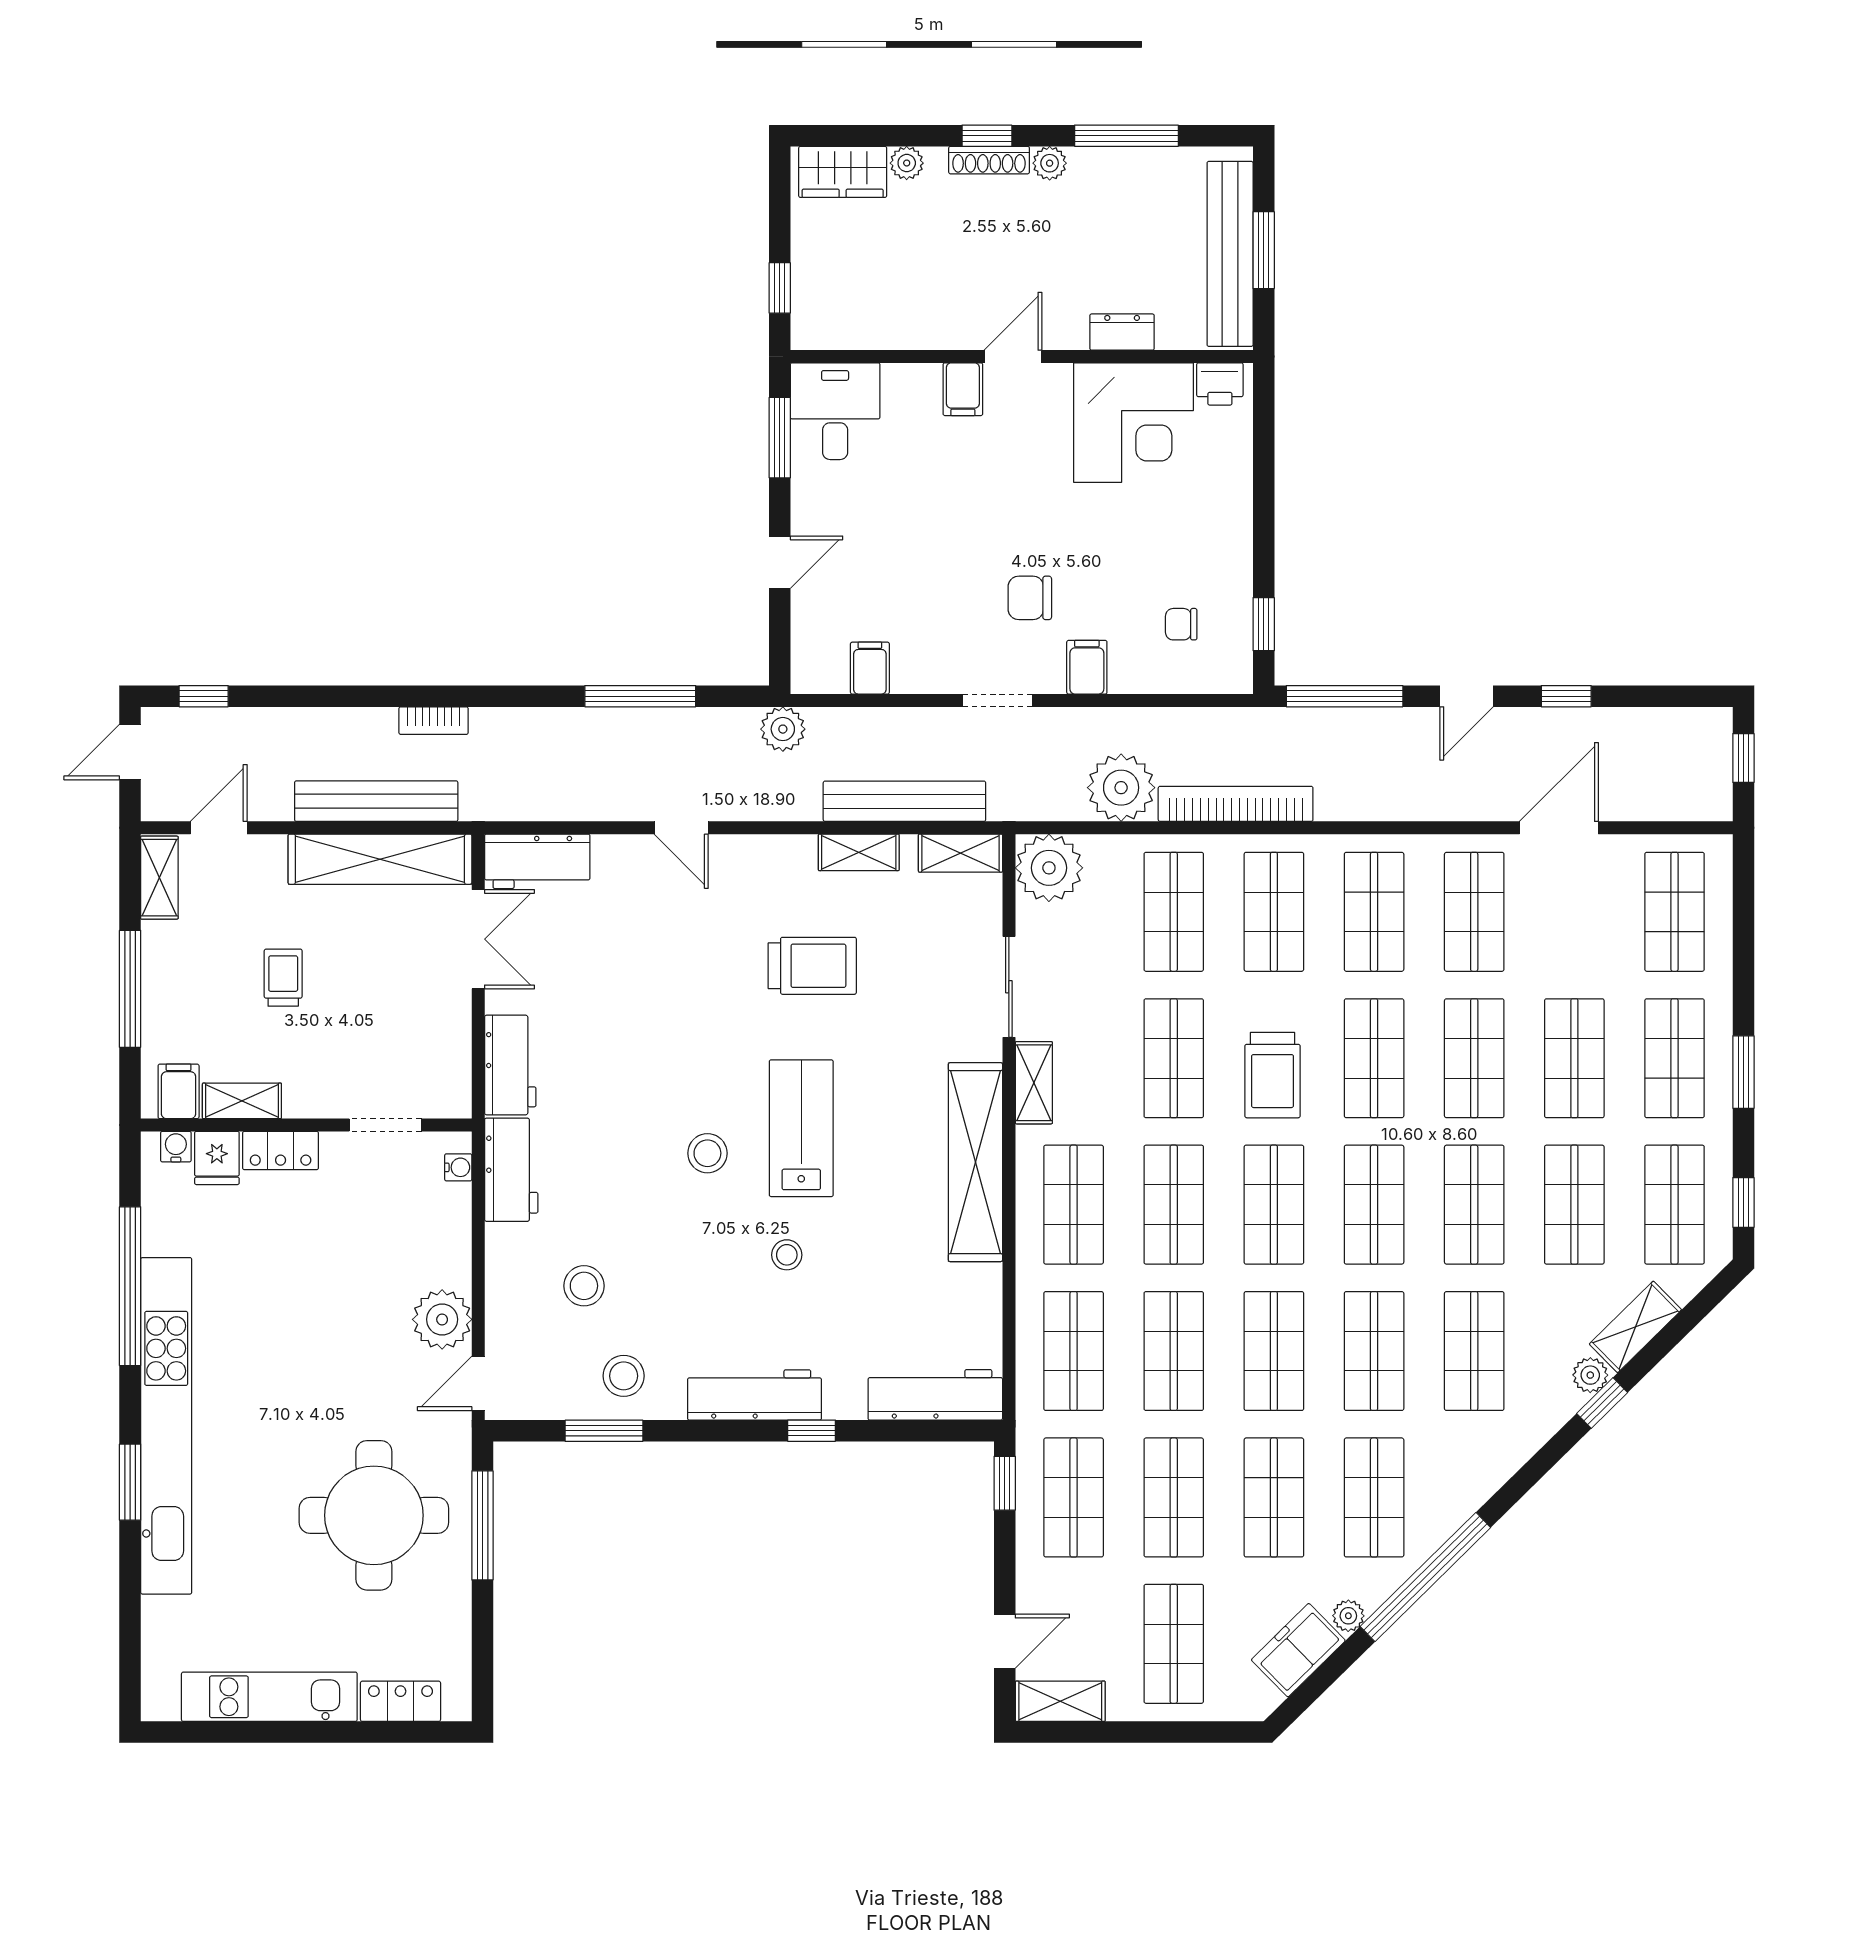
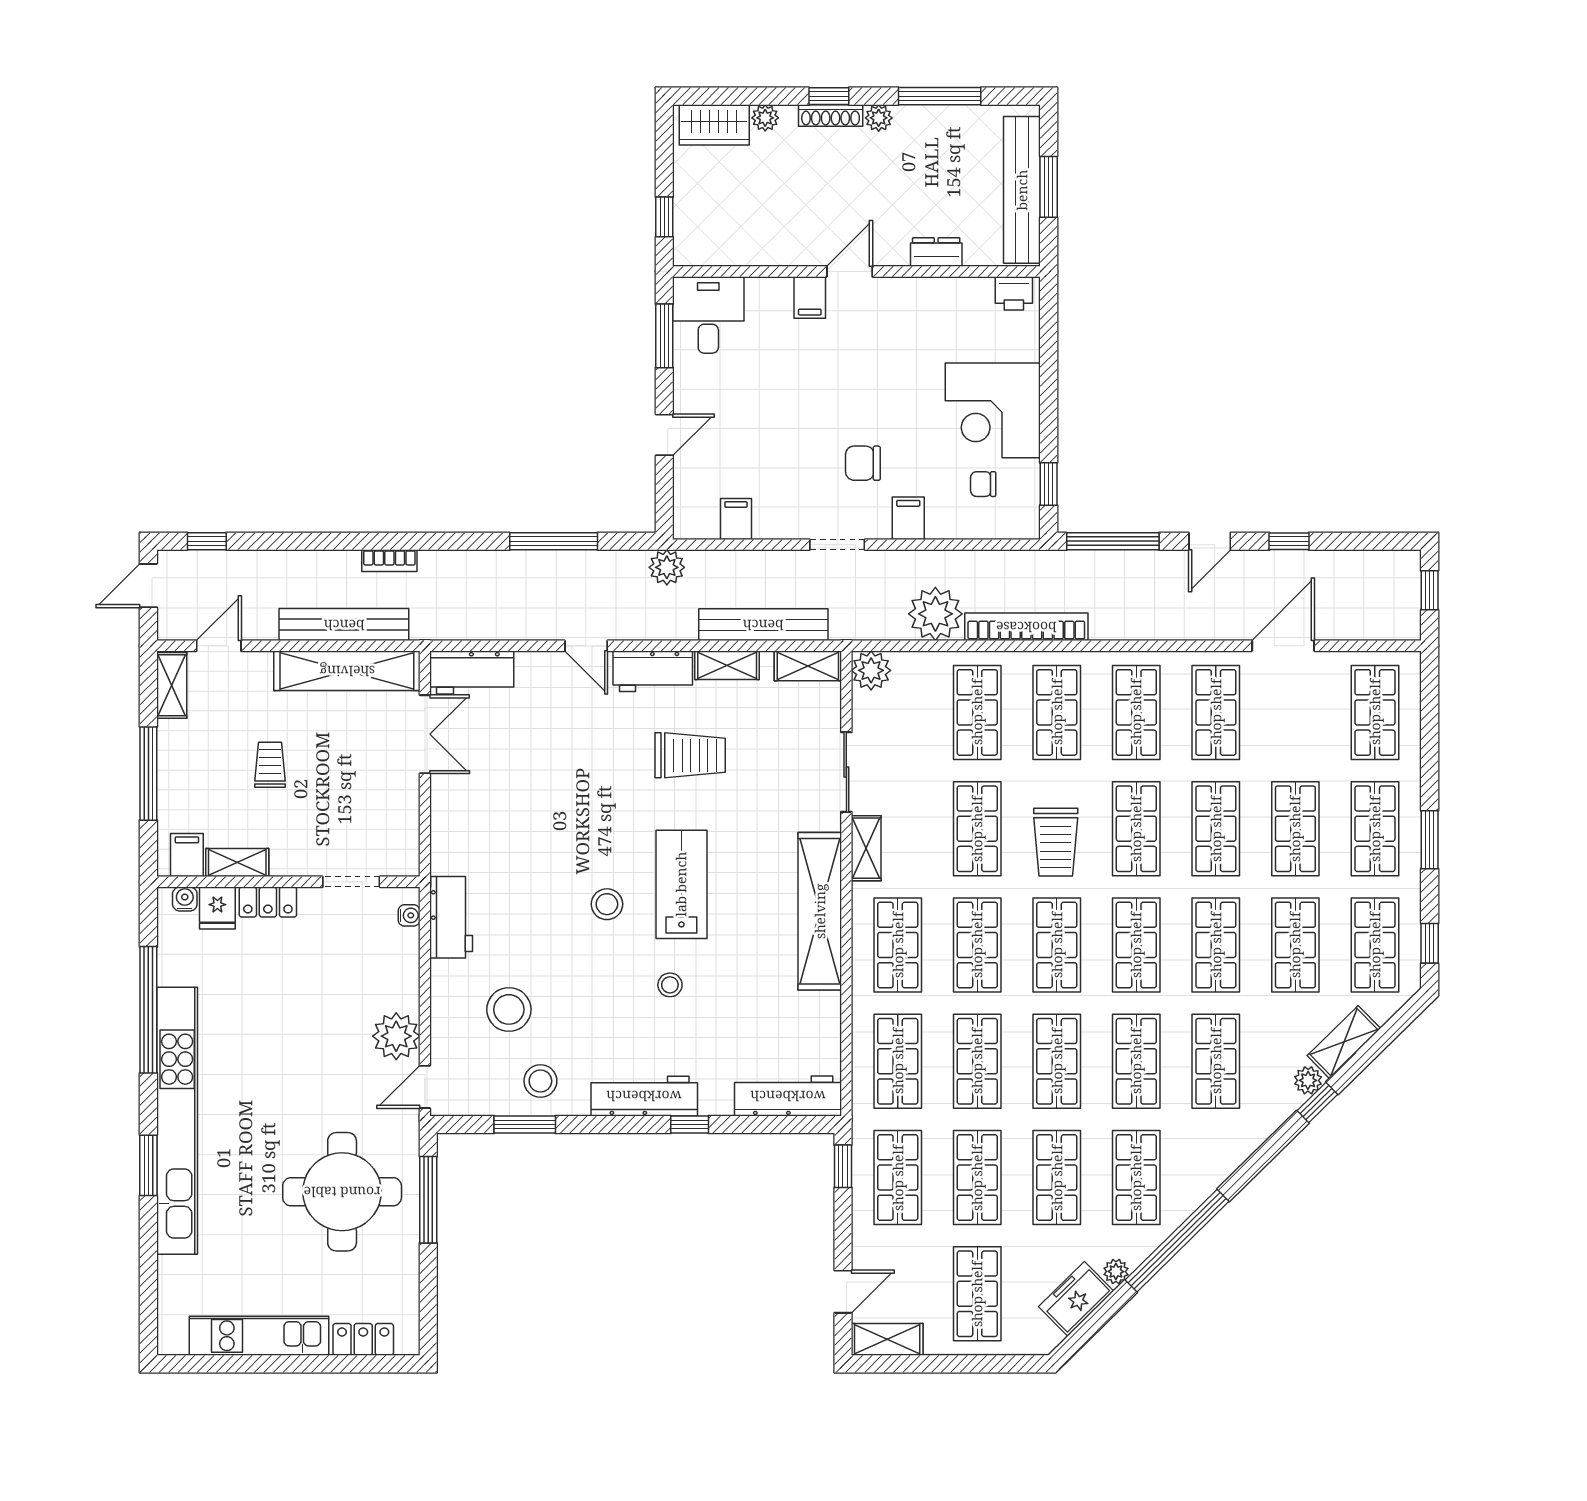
corner desk: (1134, 423) -> (993, 410), moved, turned 90
plant: (1049, 868) -> (871, 670), width x0.73, depth x0.73
workbench: (510, 1065) -> (653, 671), moved, turned 90
stool: (584, 1286) -> (509, 1009), width x1.38, depth x1.38

